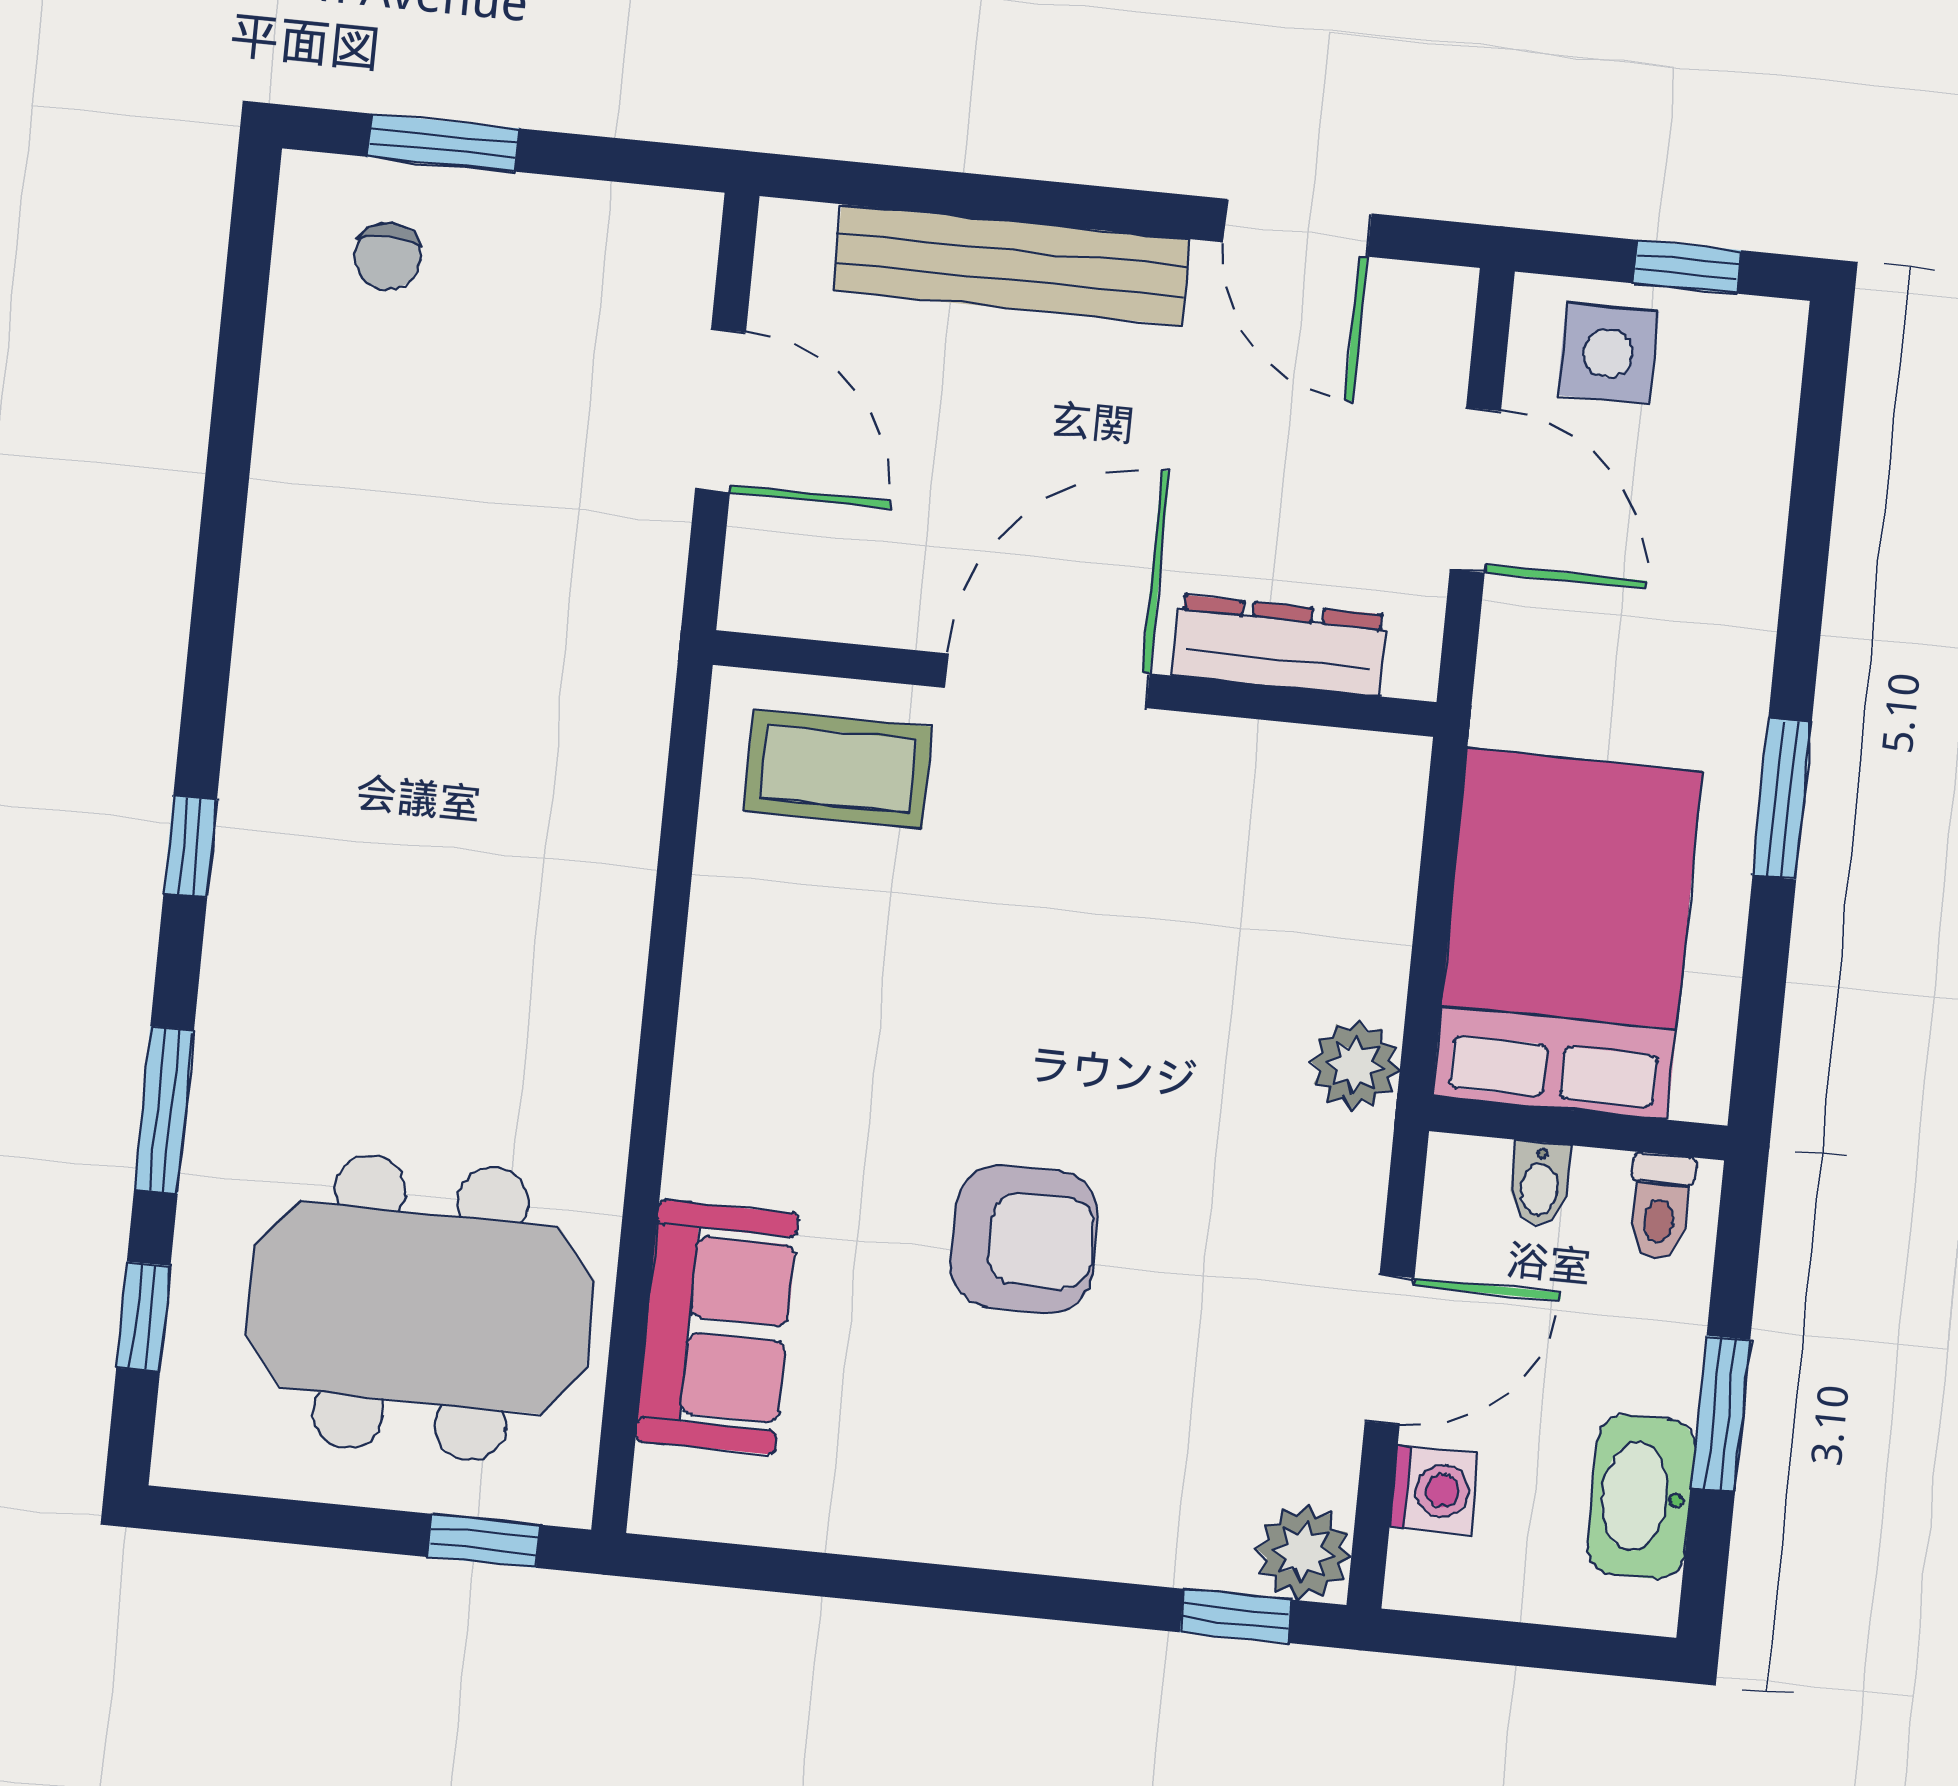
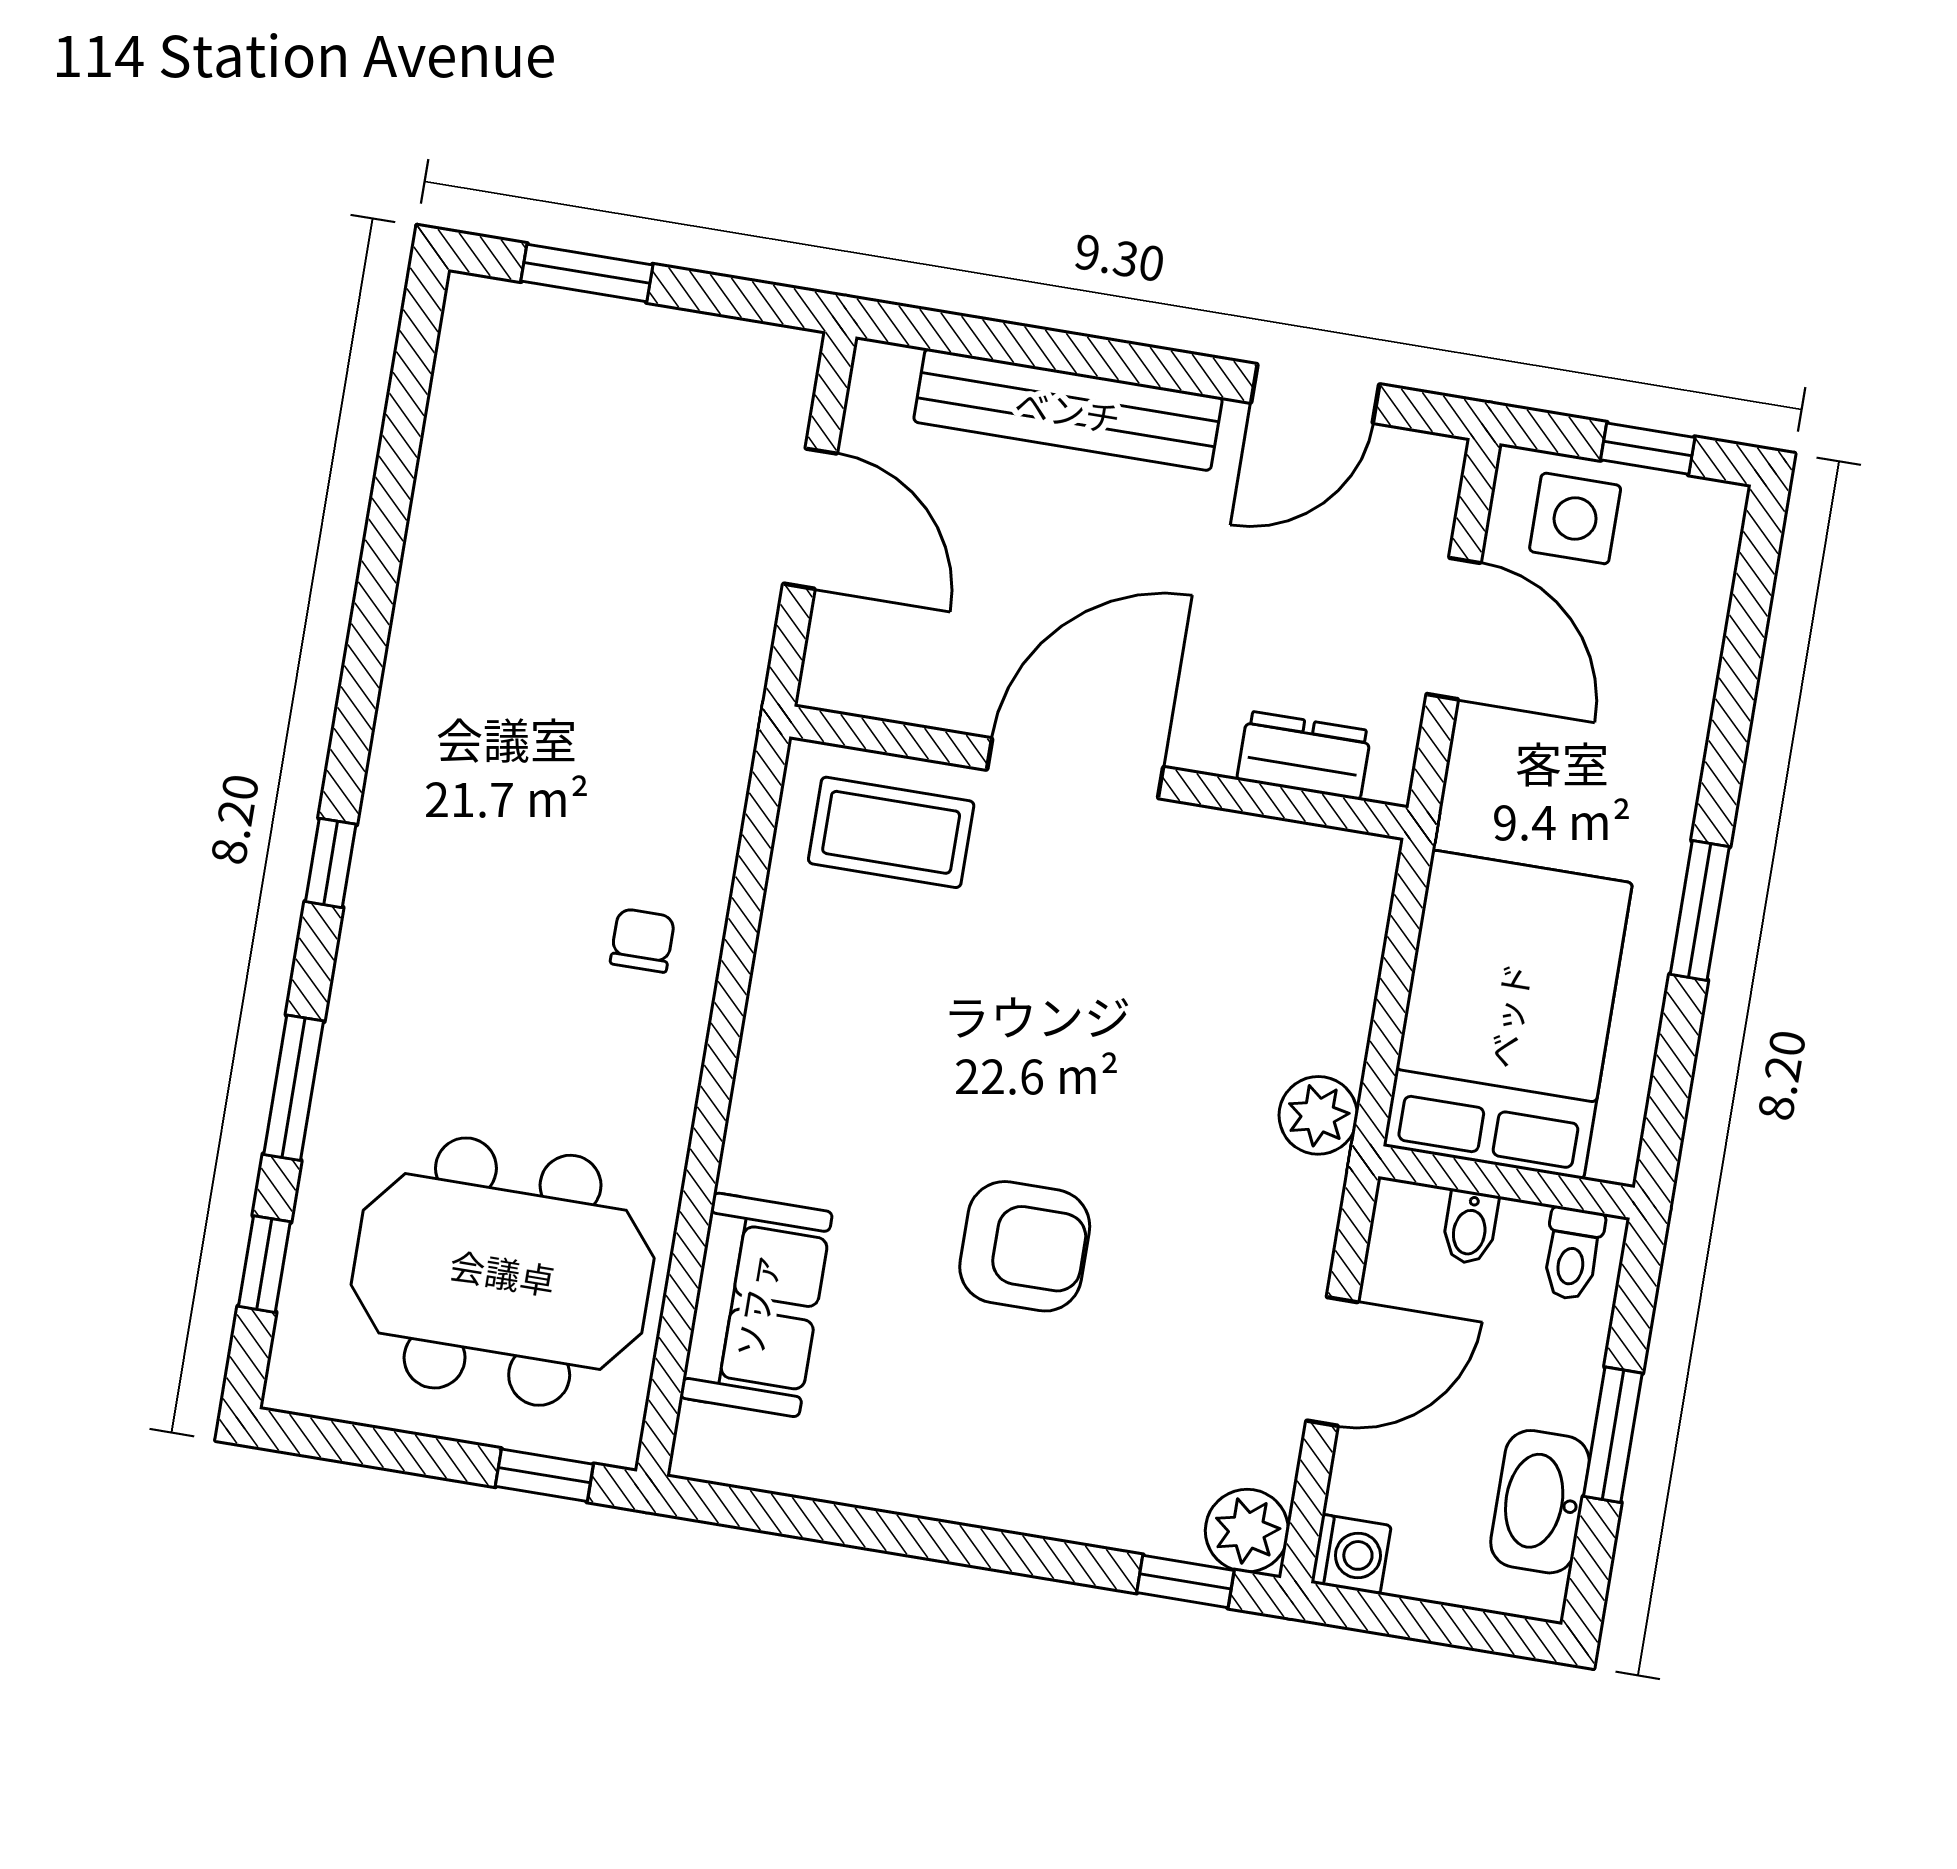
door: (1297, 228) -> (1315, 394), hinge flipped
chair: (388, 257) -> (642, 940), moved, turned 180
dresser: (1280, 645) -> (1304, 755), width x0.70
washing machine: (1434, 1490) -> (1351, 1554), moved

